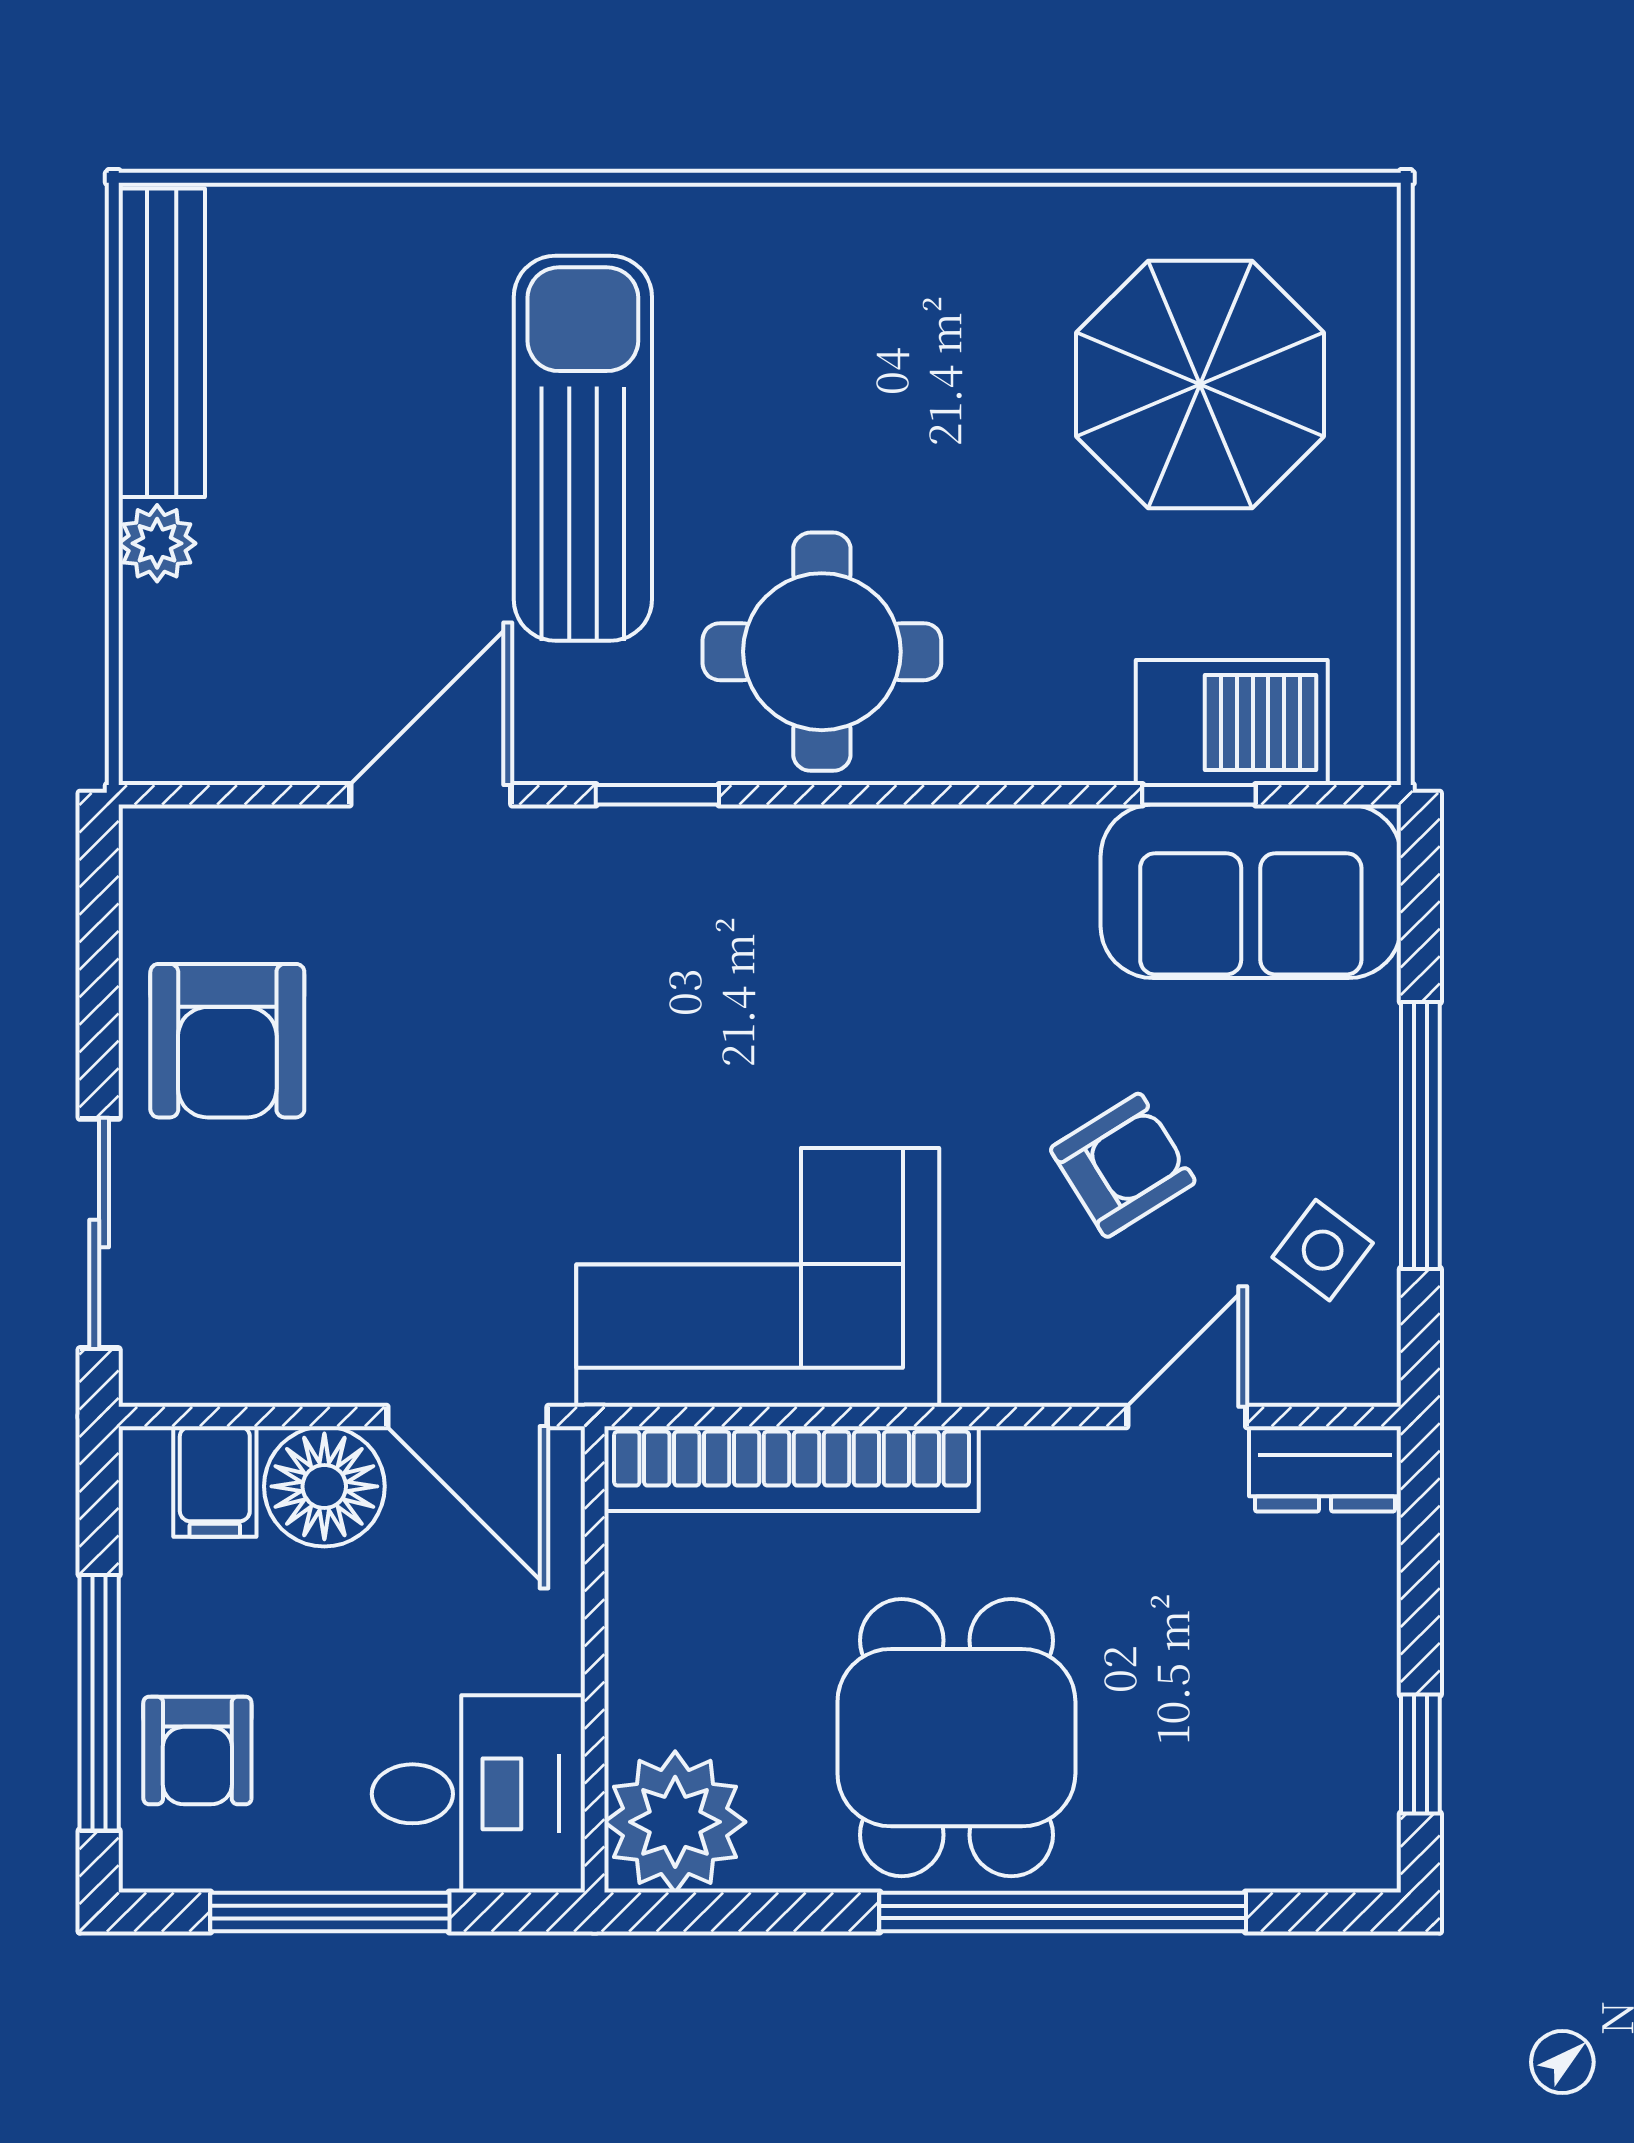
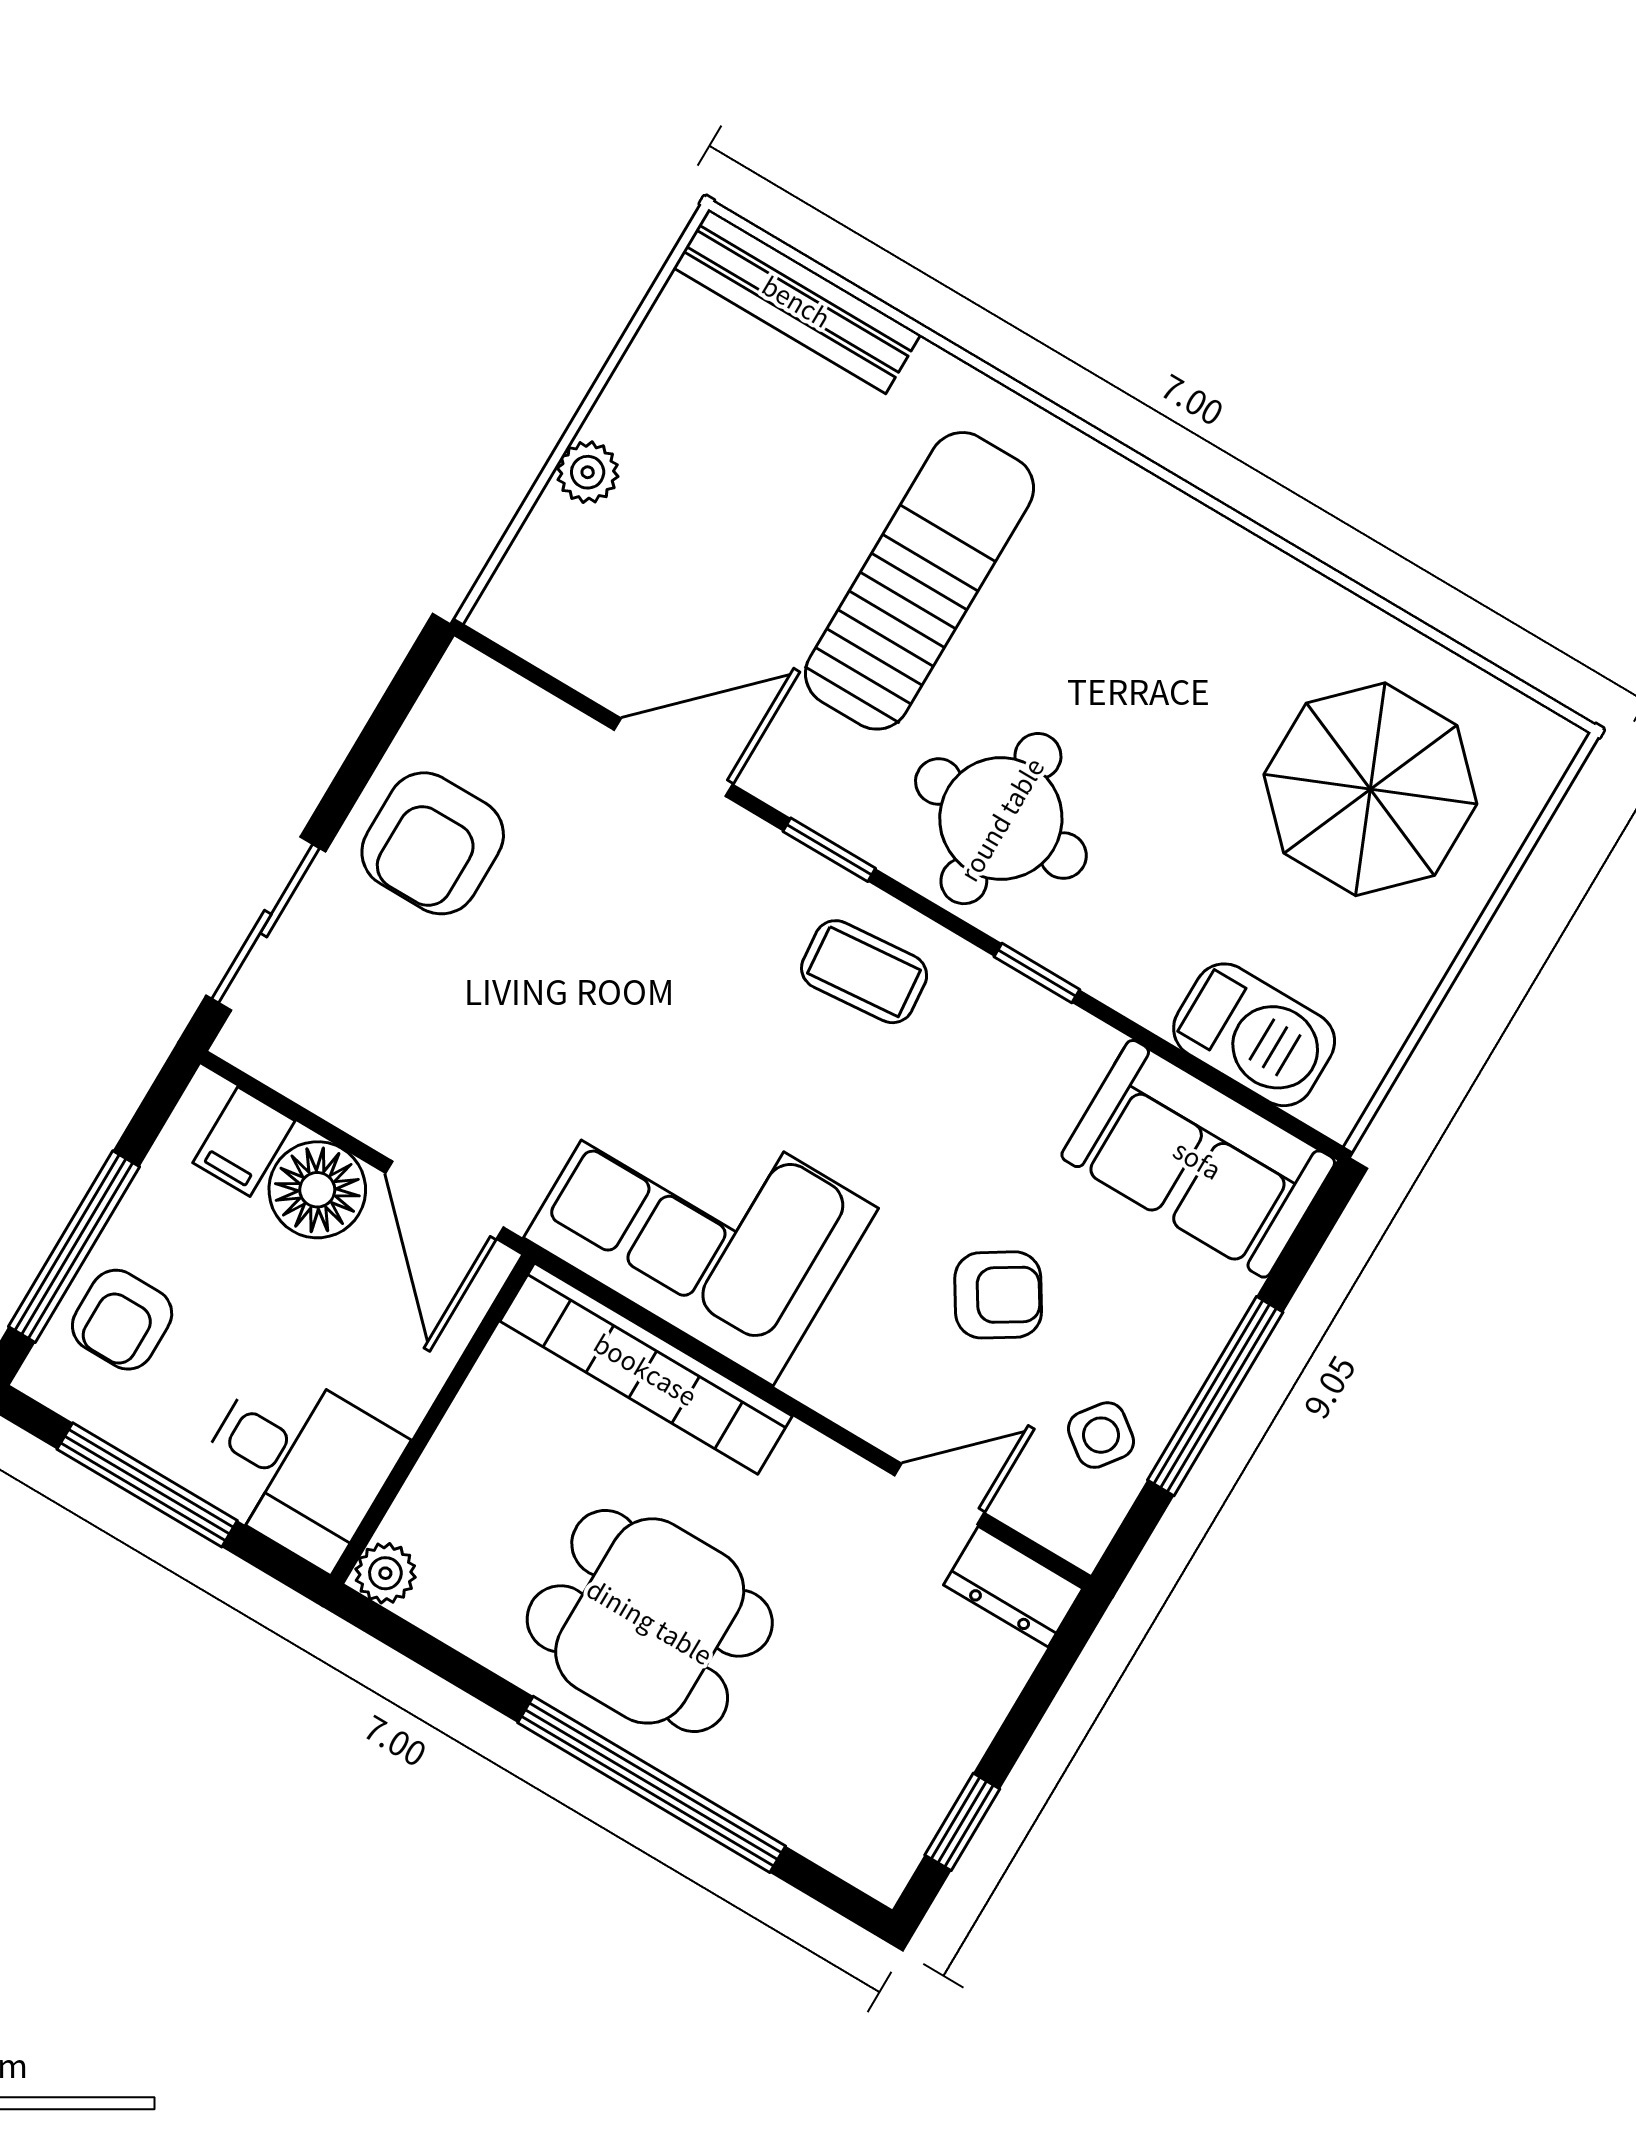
bench: (162, 343) -> (797, 301), moved, turned 90
window: (1199, 795) -> (1037, 973), moved
coffee table: (773, 903) -> (864, 972), added
dining table: (956, 1738) -> (650, 1621), turned 90
plant: (675, 1822) -> (385, 1573), width x0.53, depth x0.53

